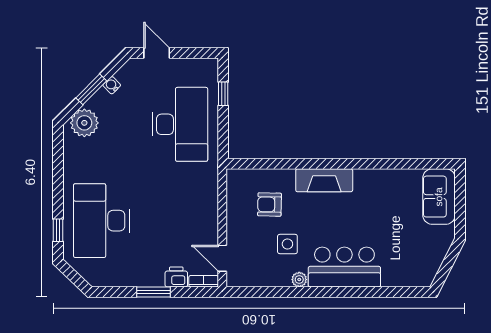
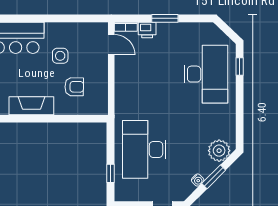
plant: (299, 280) -> (51, 28), removed

